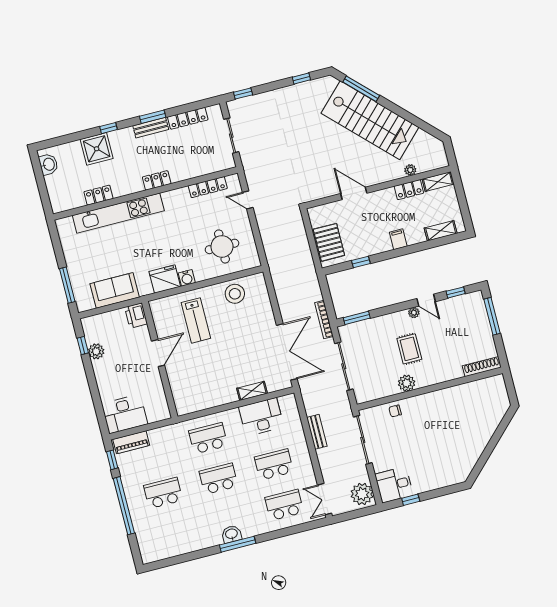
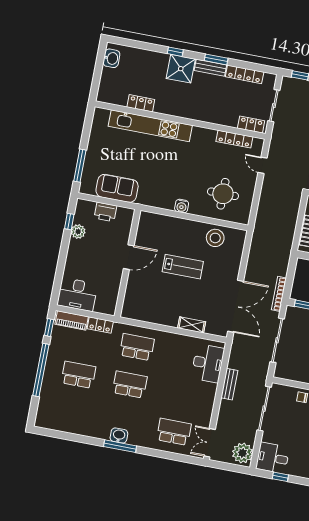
shower: (97, 149) -> (181, 69), moved
locker: (157, 180) -> (251, 124), moved
fridge: (165, 279) -> (163, 198), removed
printer: (136, 315) -> (106, 212), moved, turned -90
lab bench: (196, 320) -> (183, 267), moved, turned -90
desk: (261, 417) -> (208, 363), moved, turned 90
locker: (162, 434) -> (100, 325), added
school desk: (274, 464) -> (181, 394), removed

